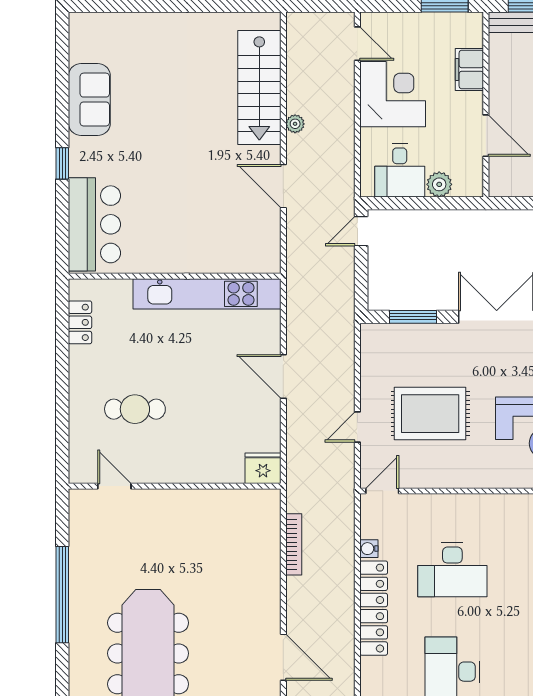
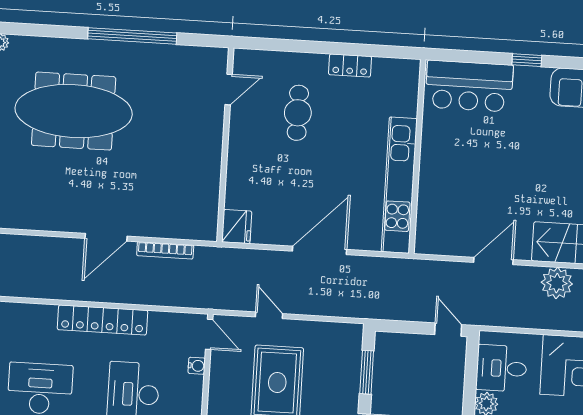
plant: (295, 124) -> (557, 283), width x1.88, depth x1.88
locker: (80, 322) -> (350, 65), moved
door: (283, 376) -> (319, 250), width x1.36
water cooler: (369, 549) -> (197, 366), moved, turned 90
door: (283, 657) -> (106, 237), moved

